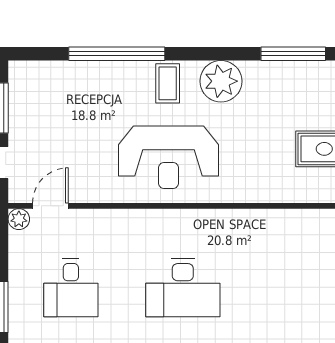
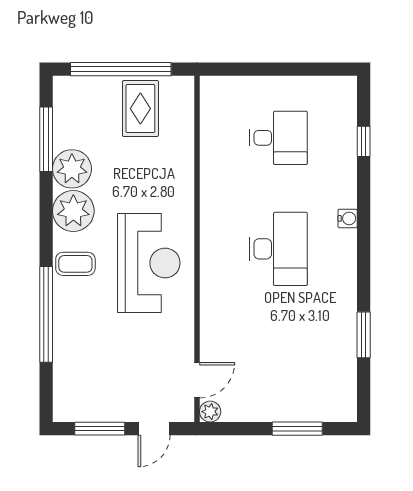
plant: (263, 80) -> (72, 169), added
door: (50, 206) -> (197, 380), swing flipped
desk: (71, 288) -> (278, 138), moved

